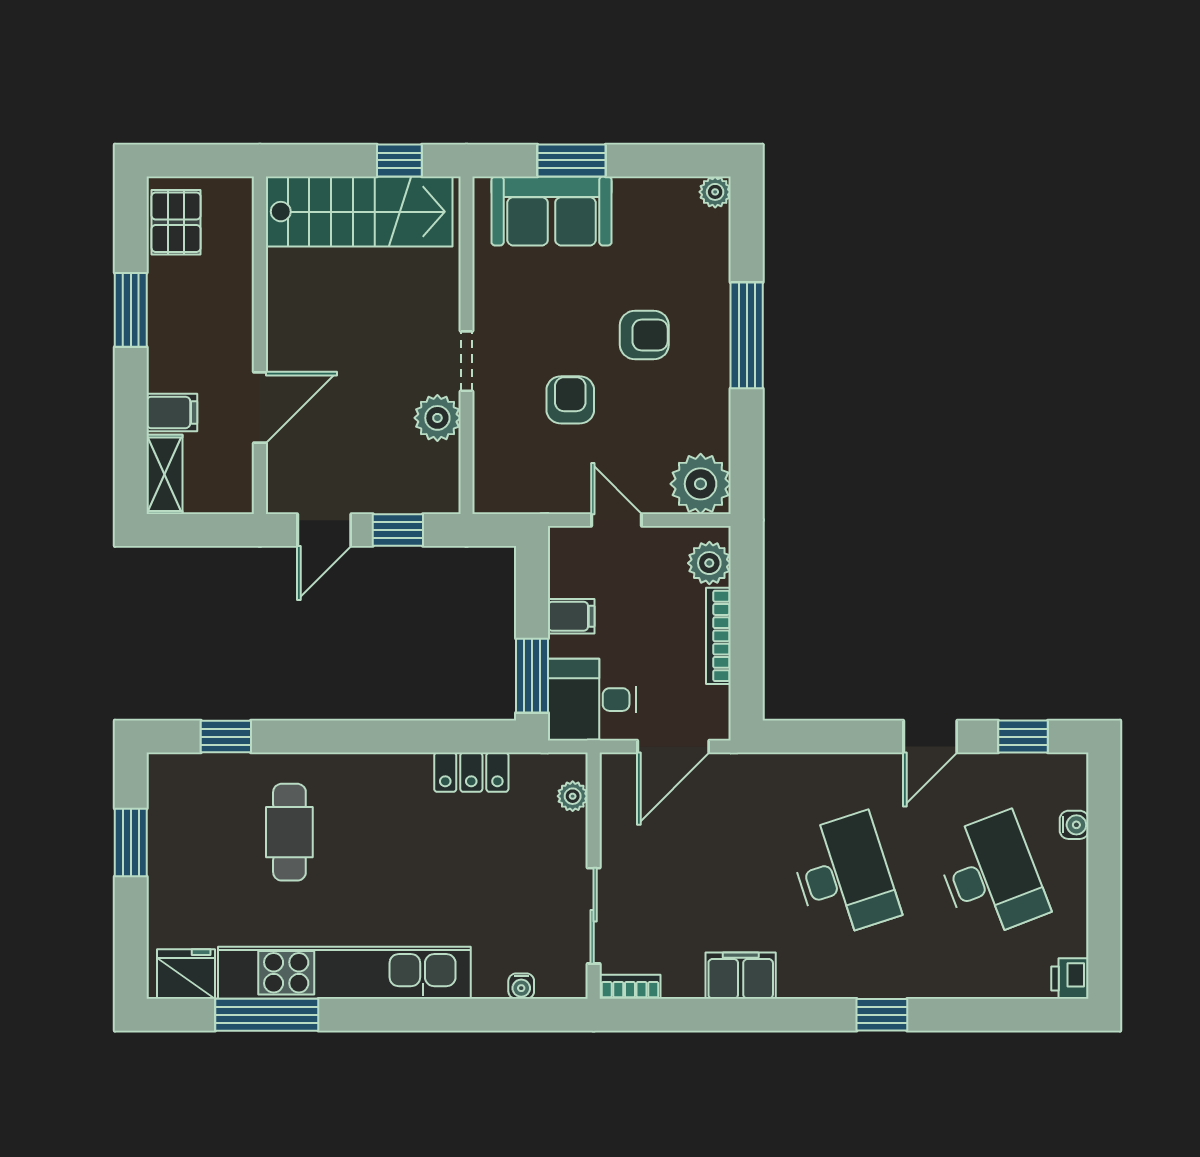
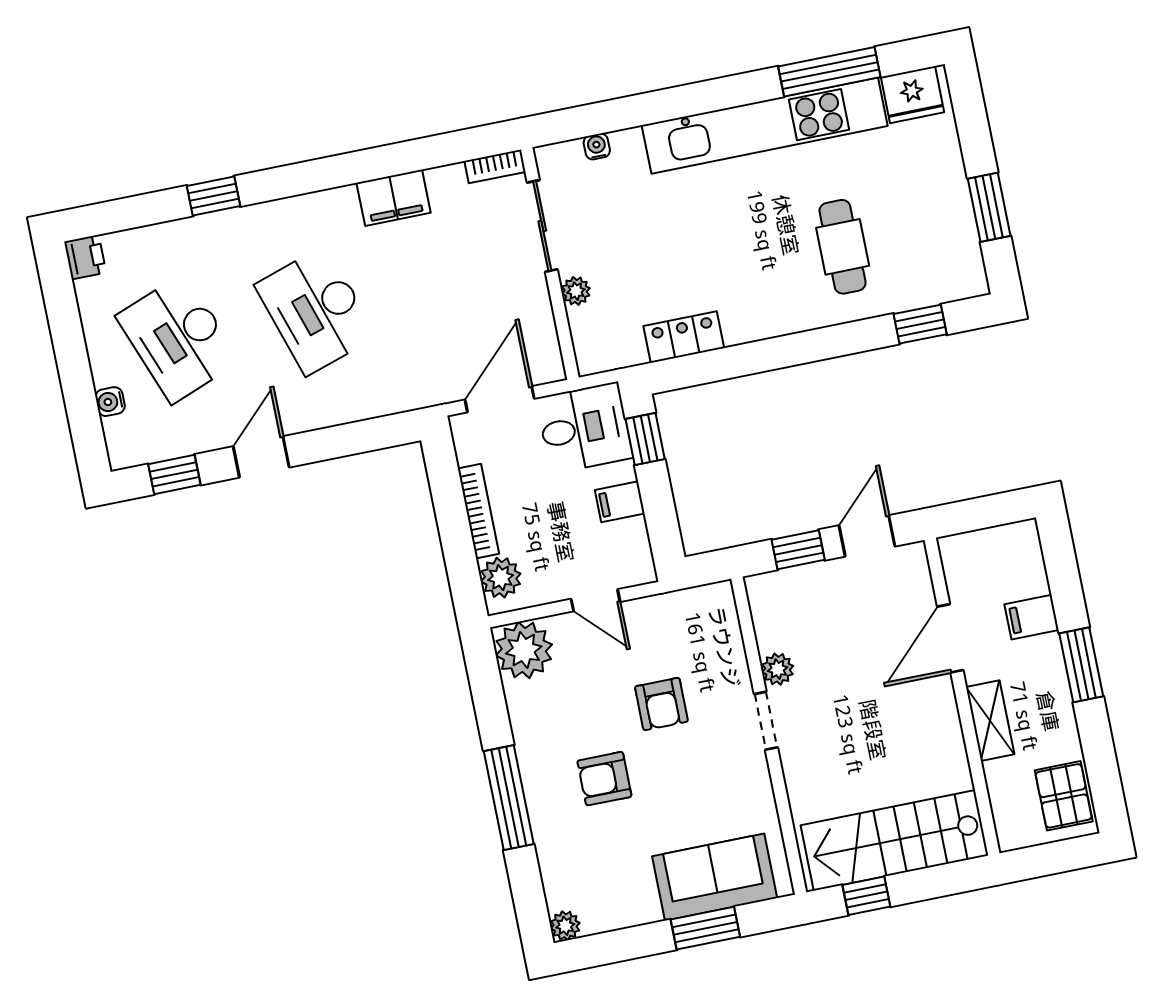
window: (131, 310) -> (1081, 665), moved
plant: (437, 418) -> (778, 669), width x0.73, depth x0.73
shelving: (165, 474) -> (990, 721), moved
window: (532, 676) -> (645, 439), width x0.67
plant: (573, 796) -> (576, 291), moved
window: (882, 1015) -> (214, 196), moved

